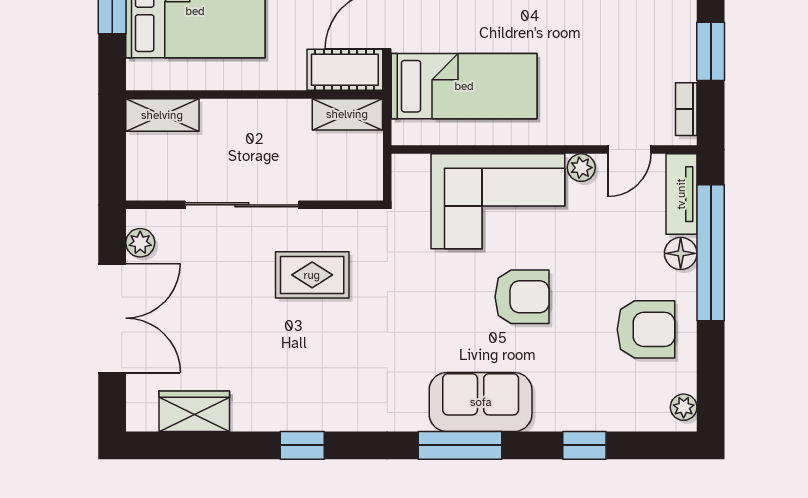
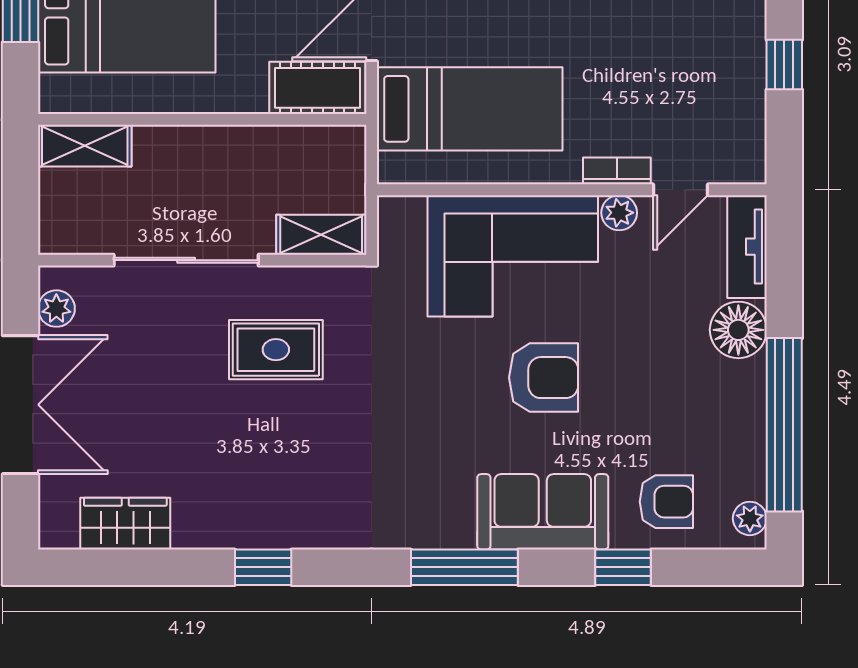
window: (711, 51) -> (784, 65), width x0.67
bookcase: (686, 109) -> (617, 171), moved, turned 90
shelving: (347, 114) -> (321, 235), moved
floor lamp: (681, 253) -> (738, 330), width x1.38, depth x1.38
window: (711, 253) -> (784, 425), moved
armchair: (646, 329) -> (666, 502), moved, width x0.72, depth x0.72
sofa: (481, 402) -> (543, 512), moved

